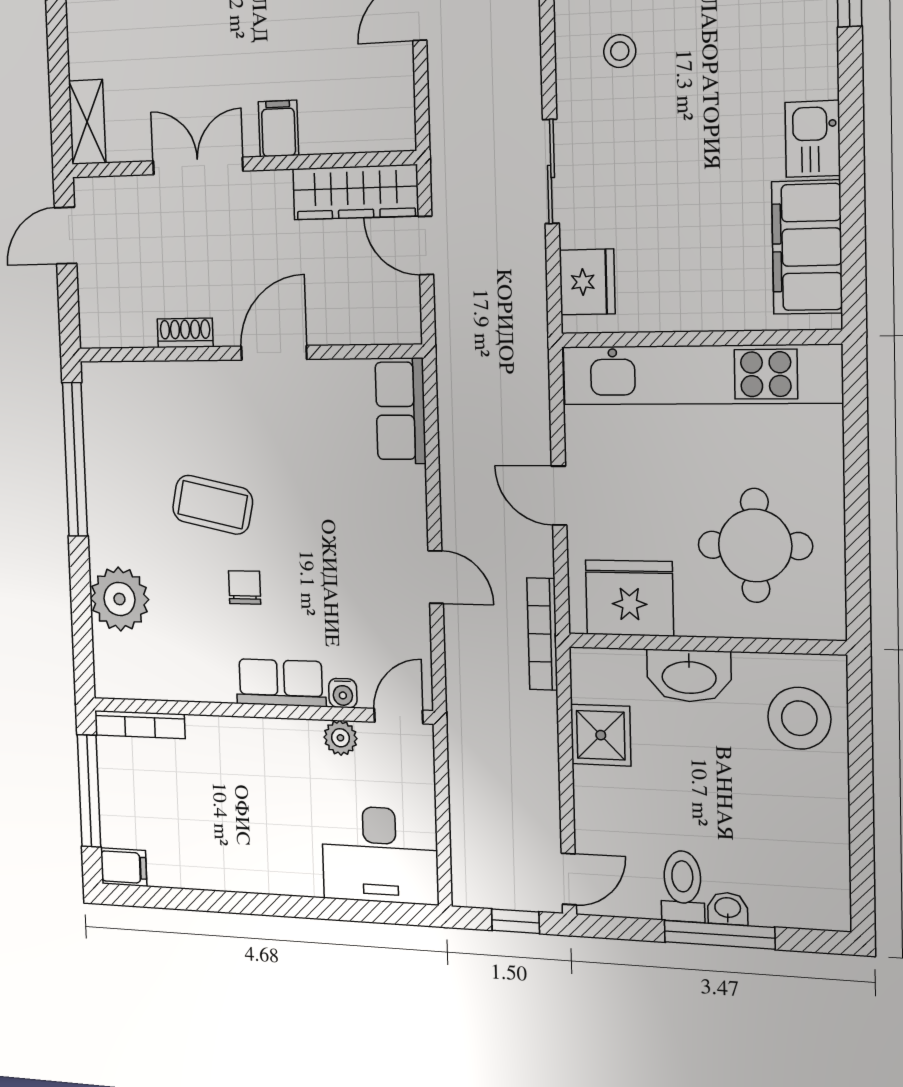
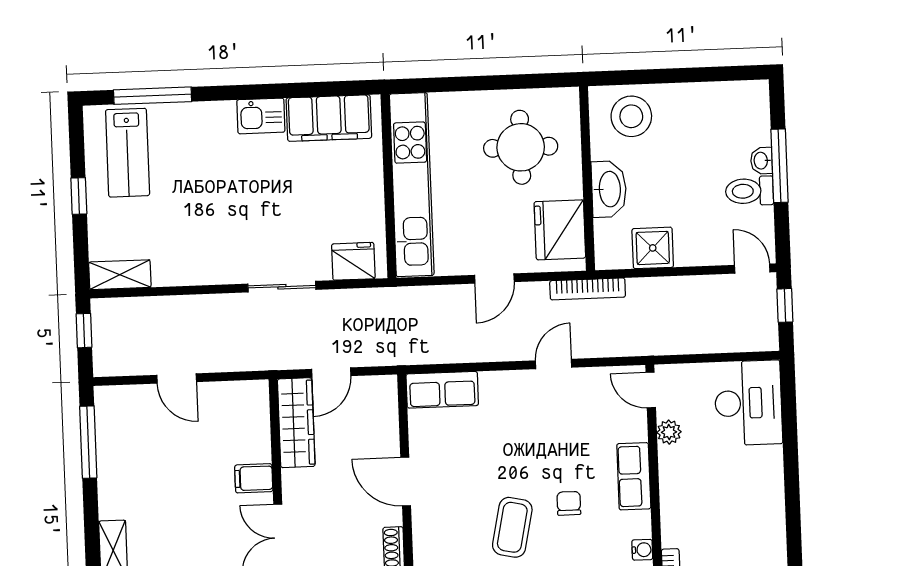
stool: (620, 51) -> (205, 242), removed
chair: (245, 587) -> (569, 503), turned 90
water cooler: (343, 693) -> (642, 550), moved

